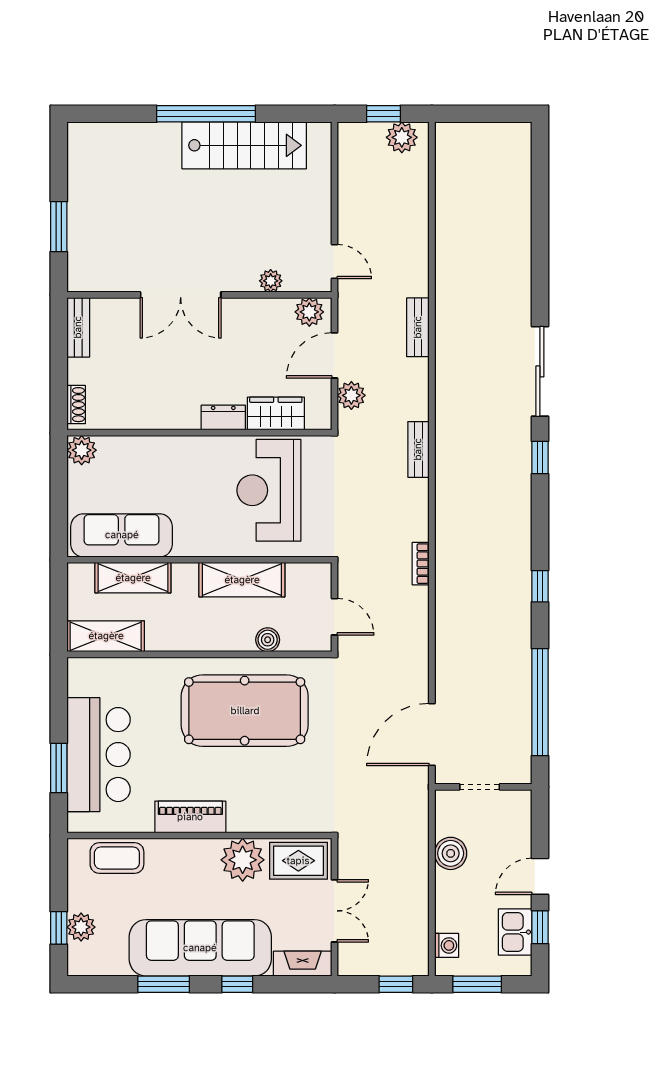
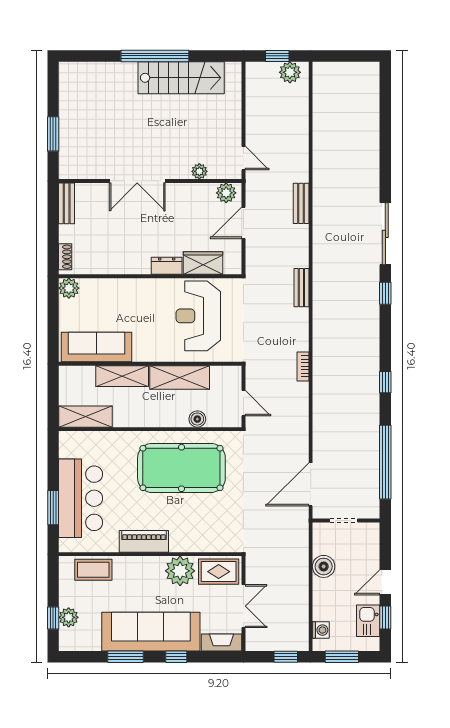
plant: (351, 395) -> (255, 250), removed
shelving: (133, 578) -> (122, 376), moved

